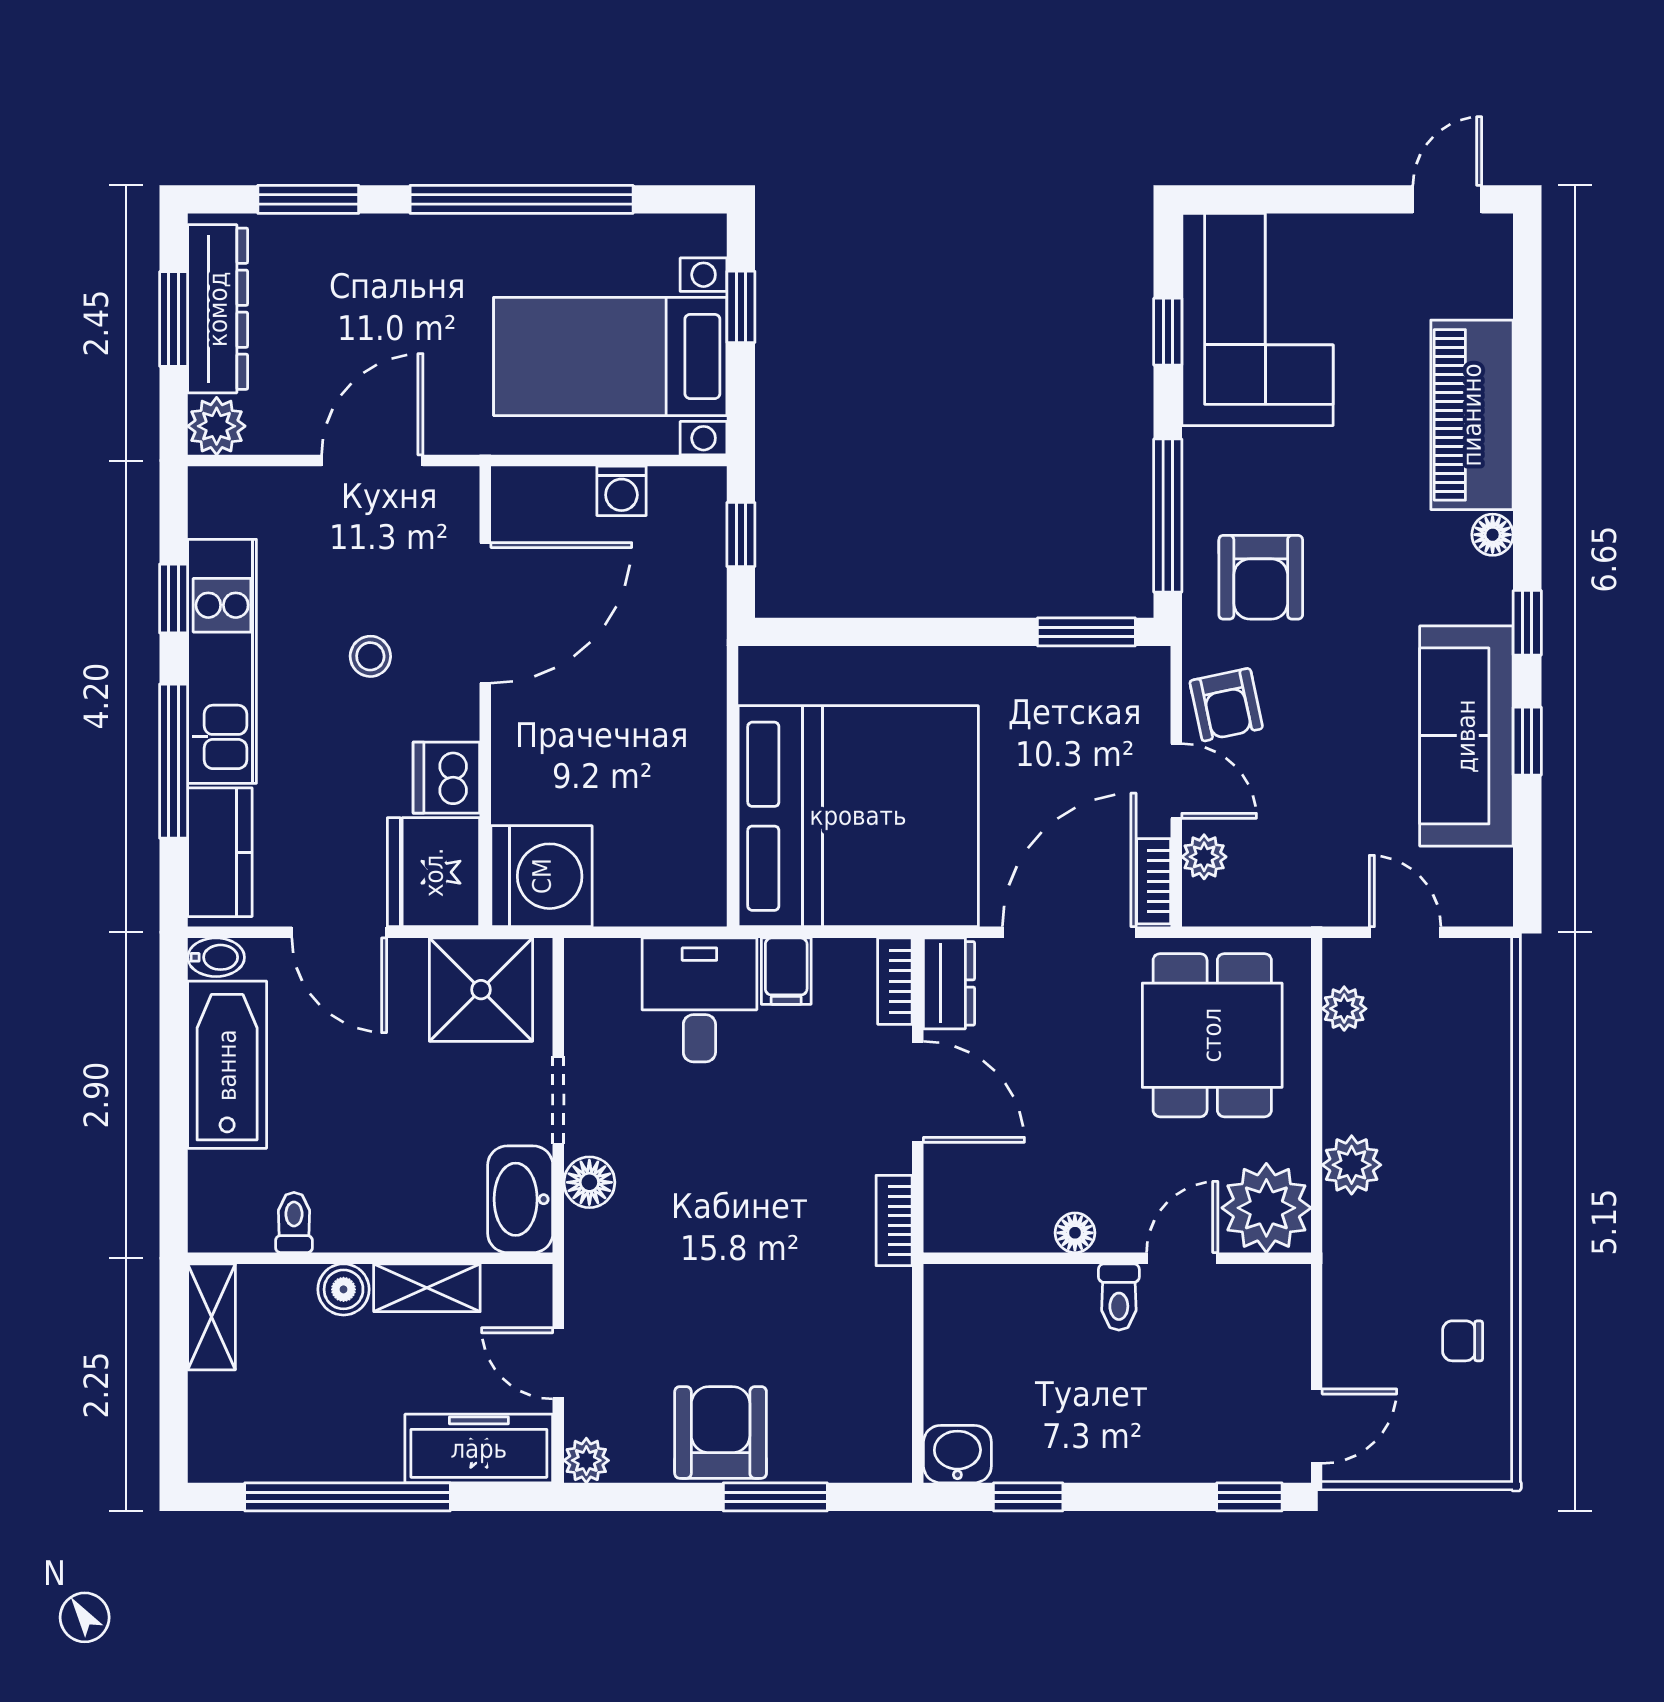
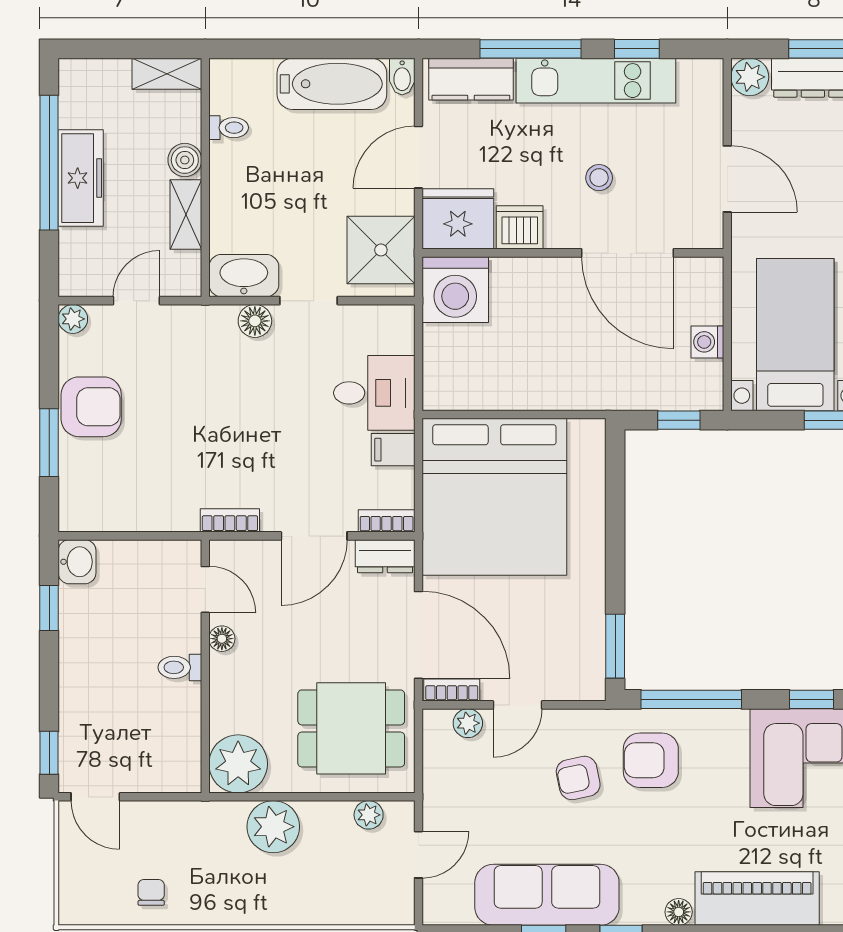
armchair: (1226, 705) -> (578, 778), moved
plant: (1352, 1165) -> (273, 827), width x1.36, depth x1.36
door: (1182, 1258) -> (205, 589), moved
freezer: (479, 1449) -> (81, 178), moved

